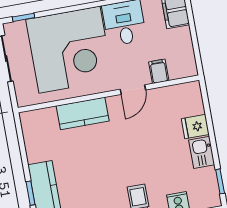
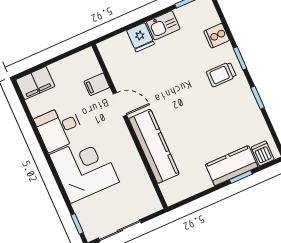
corner desk: (69, 50) -> (84, 168), width x0.74, depth x0.74
kitchen counter: (83, 113) -> (154, 146), width x1.50

